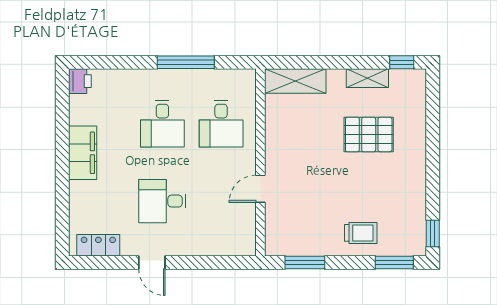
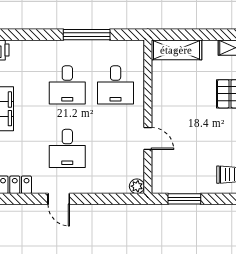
door: (260, 189) -> (148, 138), swing flipped
desk: (162, 201) -> (67, 148), turned -90
plant: (247, 247) -> (137, 186), added

